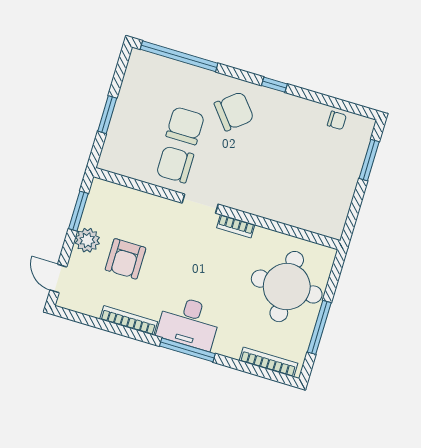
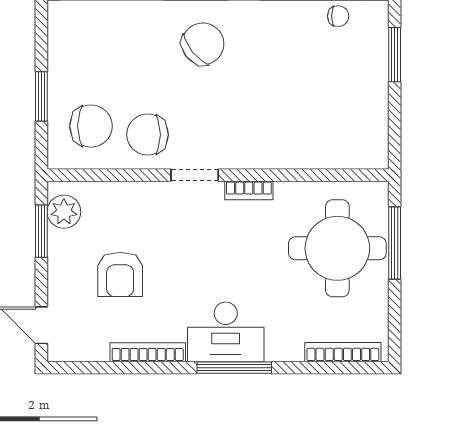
chair: (185, 126) -> (91, 126), moved, turned 90
plant: (87, 240) -> (64, 212), moved
window: (319, 327) -> (395, 243), moved

